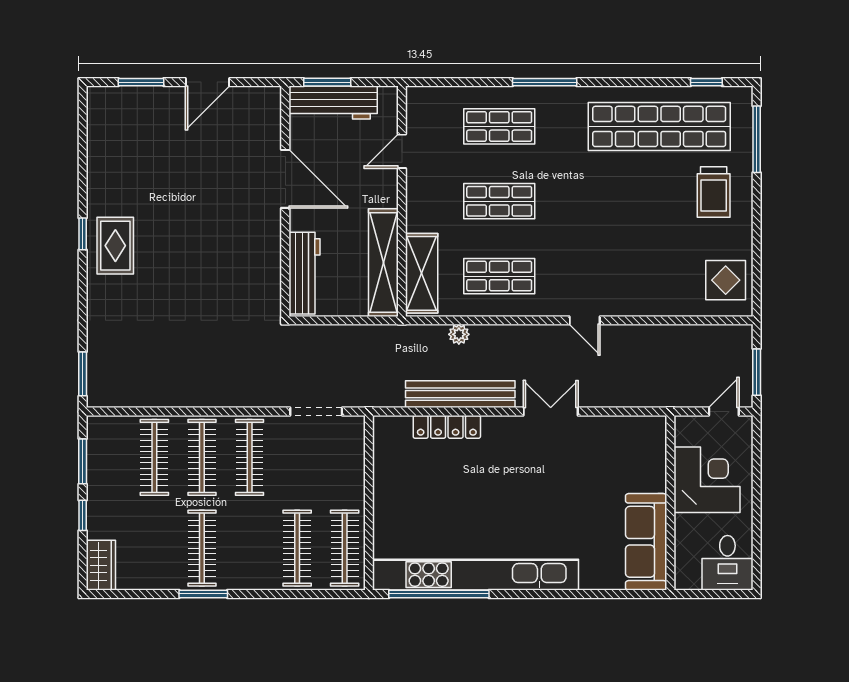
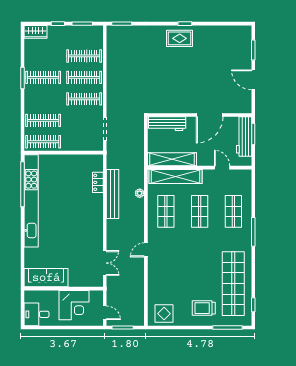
shelving: (422, 273) -> (175, 176), width x1.47
double door: (551, 412) -> (105, 263), moved
locker: (447, 427) -> (98, 182), width x0.66

